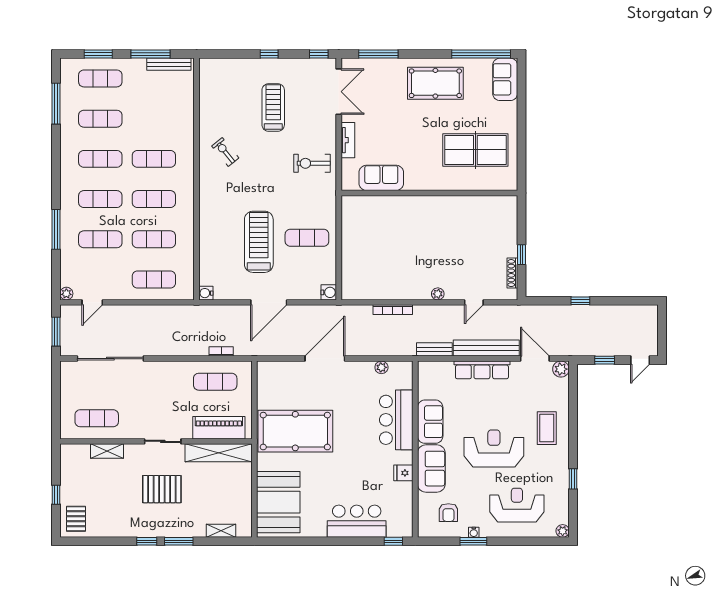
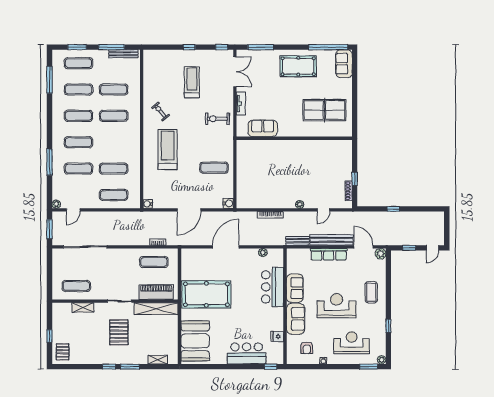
exercise mat: (154, 199) -> (114, 90), moved
treadmill: (259, 242) -> (168, 150), moved
fridge: (403, 473) -> (277, 337), moved
pallet: (162, 489) -> (119, 332), turned 90
window: (473, 541) -> (369, 367), moved

